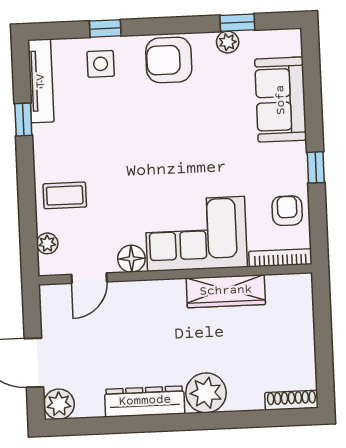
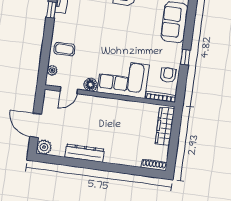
wardrobe: (226, 291) -> (165, 126), moved, turned 90
plant: (206, 393) -> (114, 154), removed

